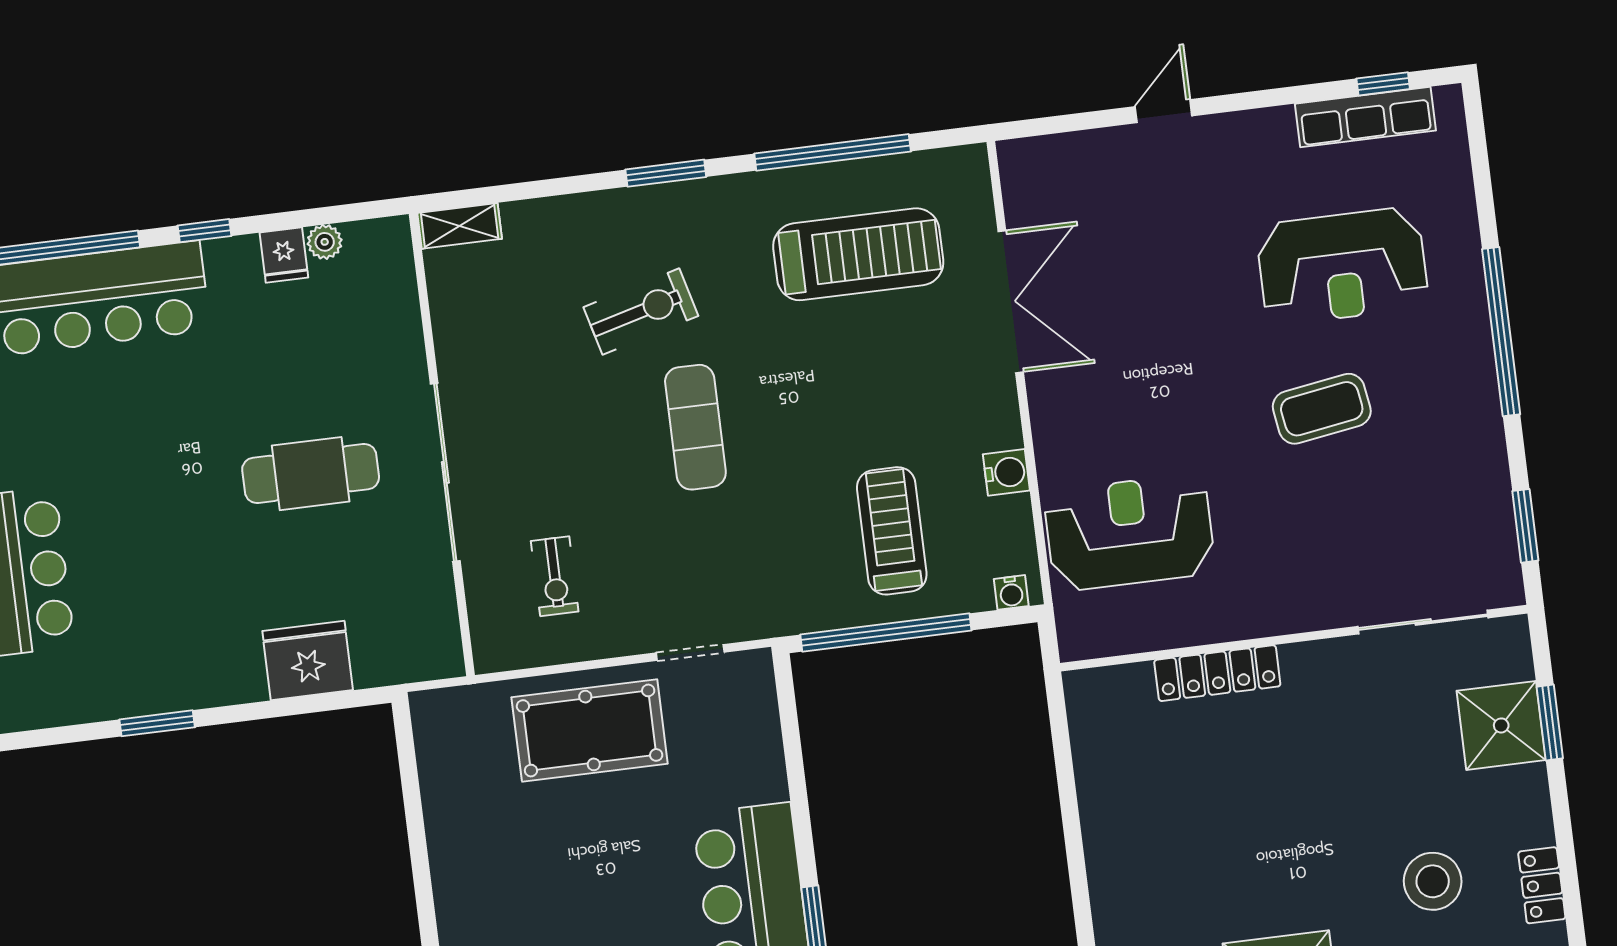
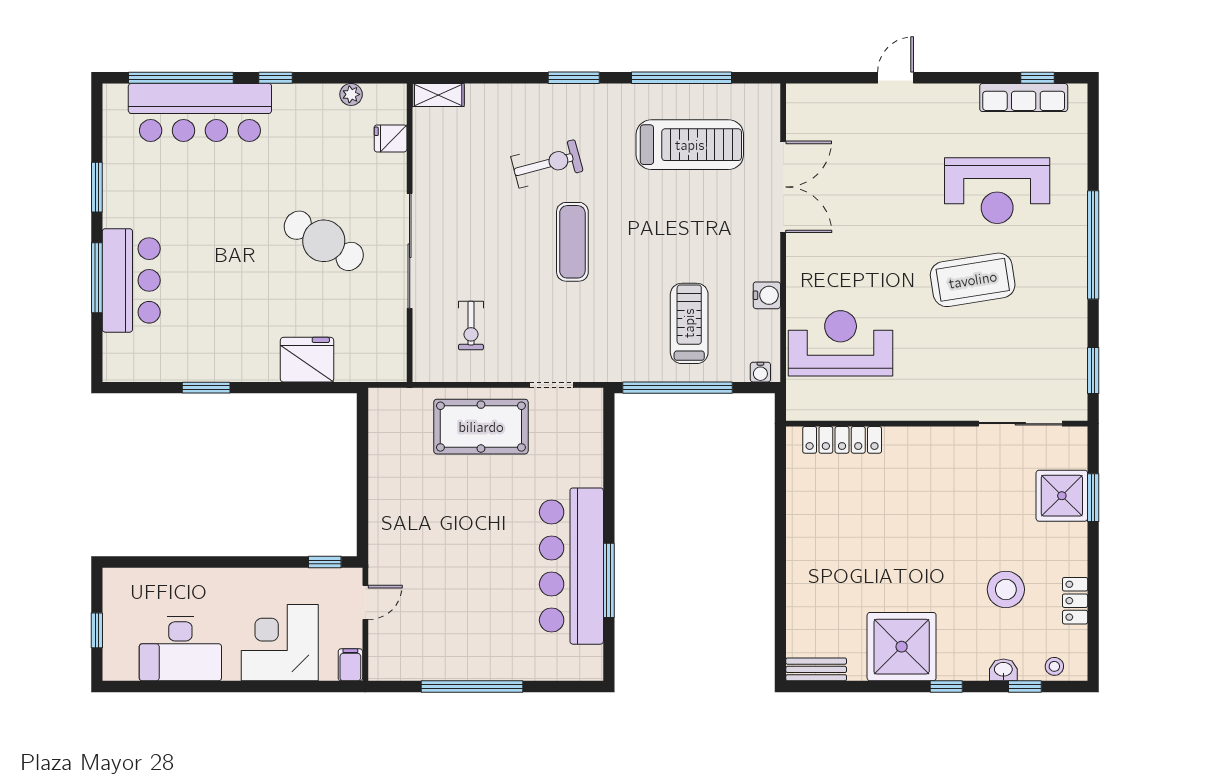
fridge: (284, 255) -> (391, 138), moved, turned 90
coffee table: (1322, 409) -> (973, 280), width x1.36, depth x1.32
cafe table: (311, 474) -> (324, 241), turned 31
locker: (1217, 673) -> (842, 440), moved

